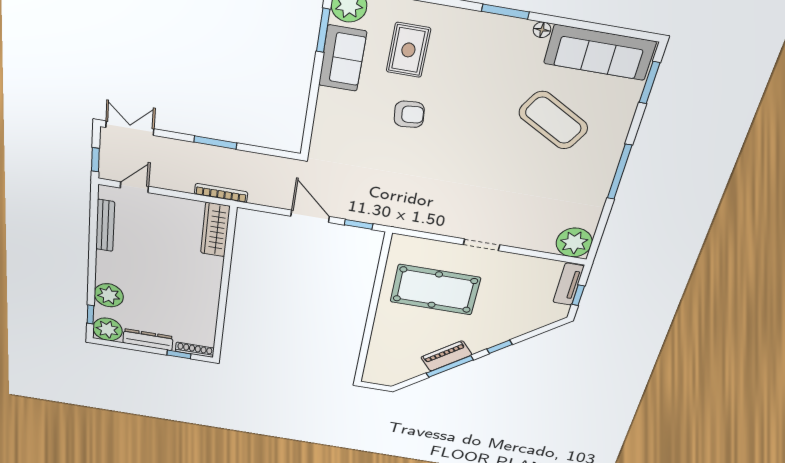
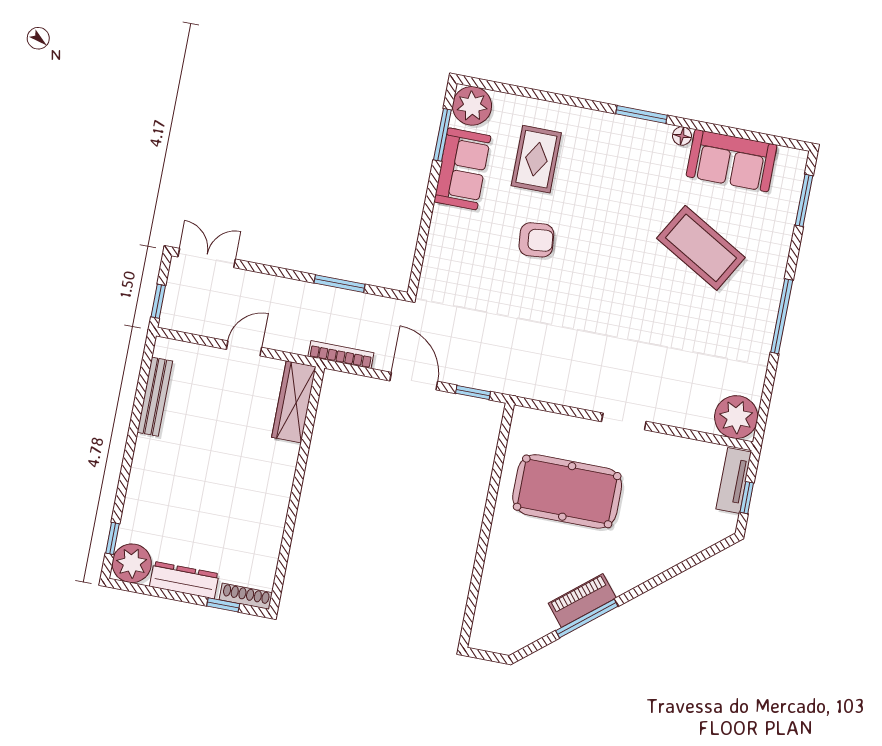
sofa: (600, 53) -> (732, 161), width x0.73
window: (215, 143) -> (339, 284), moved
door: (134, 187) -> (244, 348), moved
bookcase: (221, 193) -> (341, 355), moved
plant: (109, 295) -> (142, 506), removed
window: (499, 347) -> (651, 584), removed

